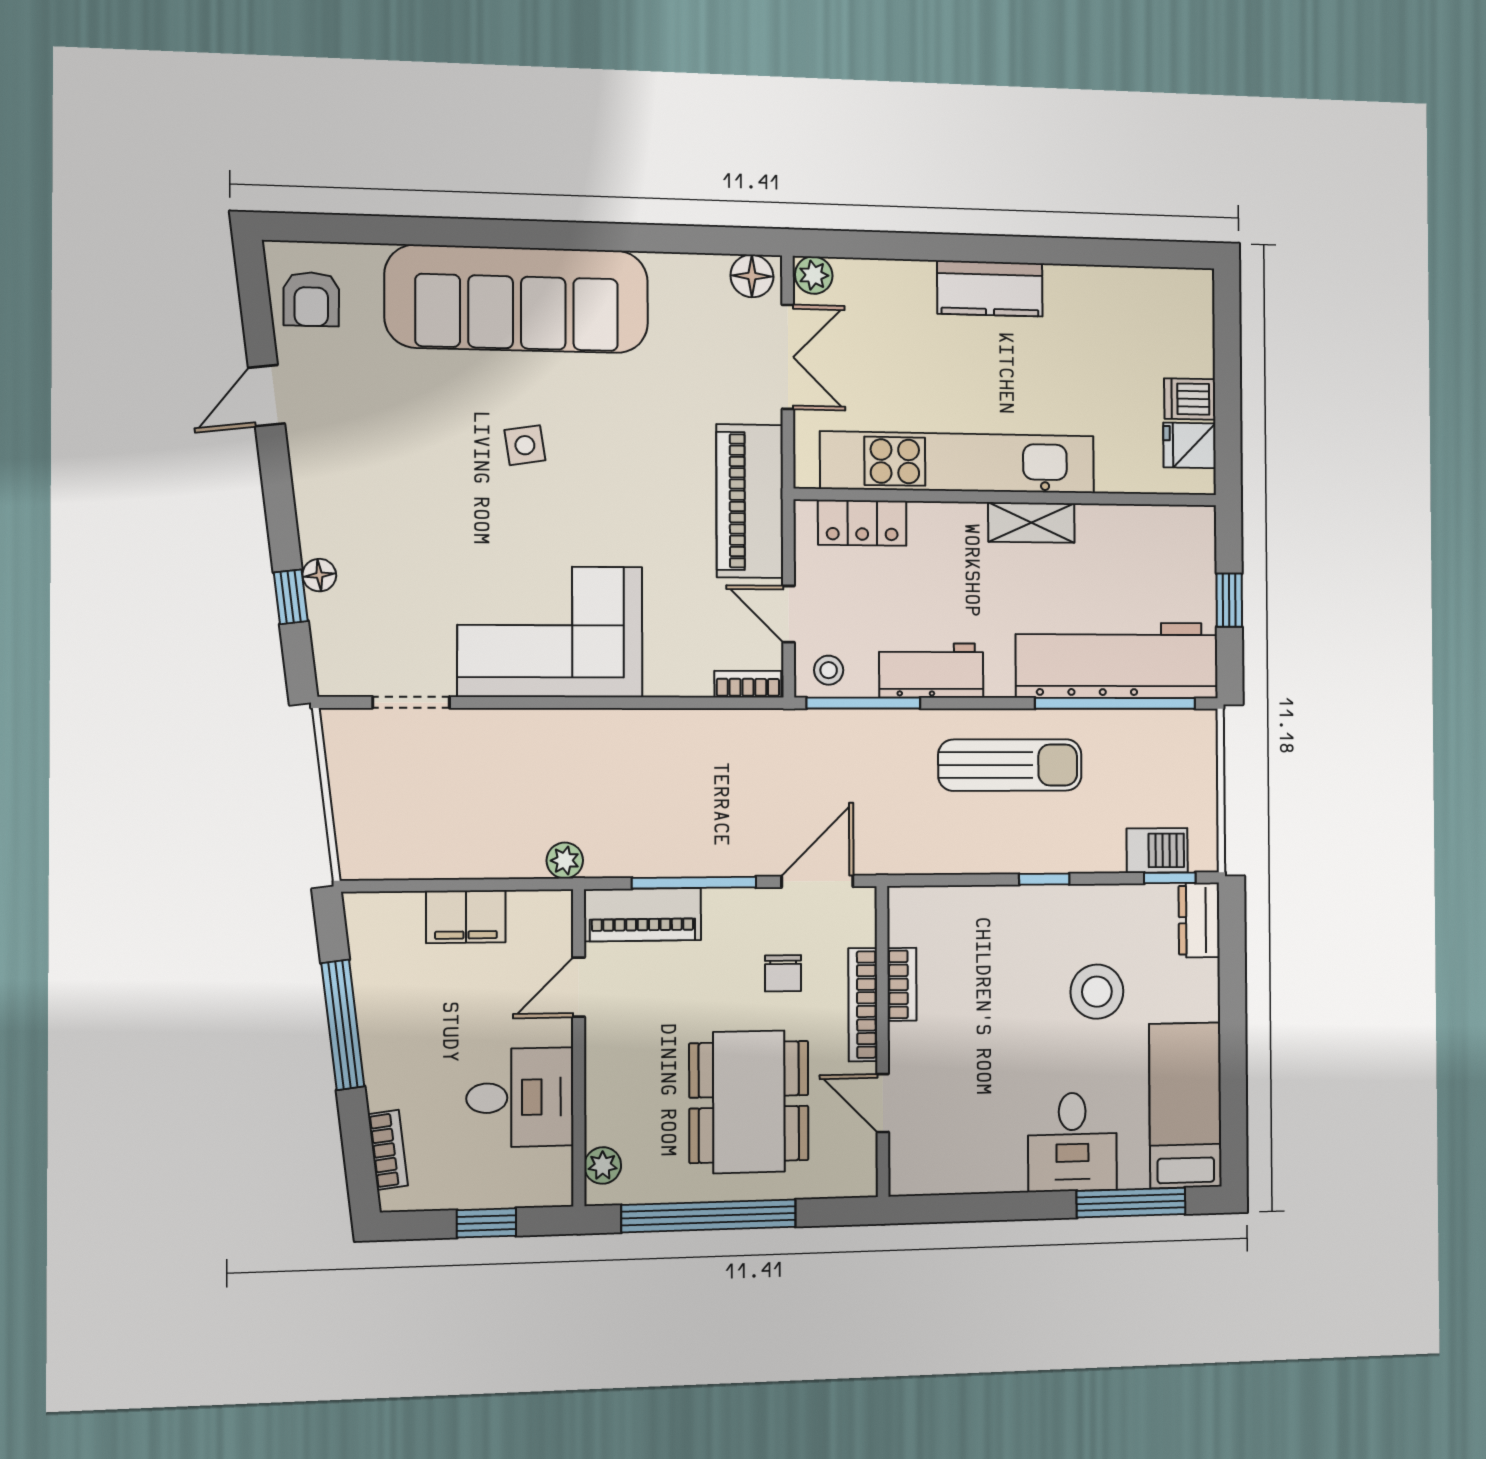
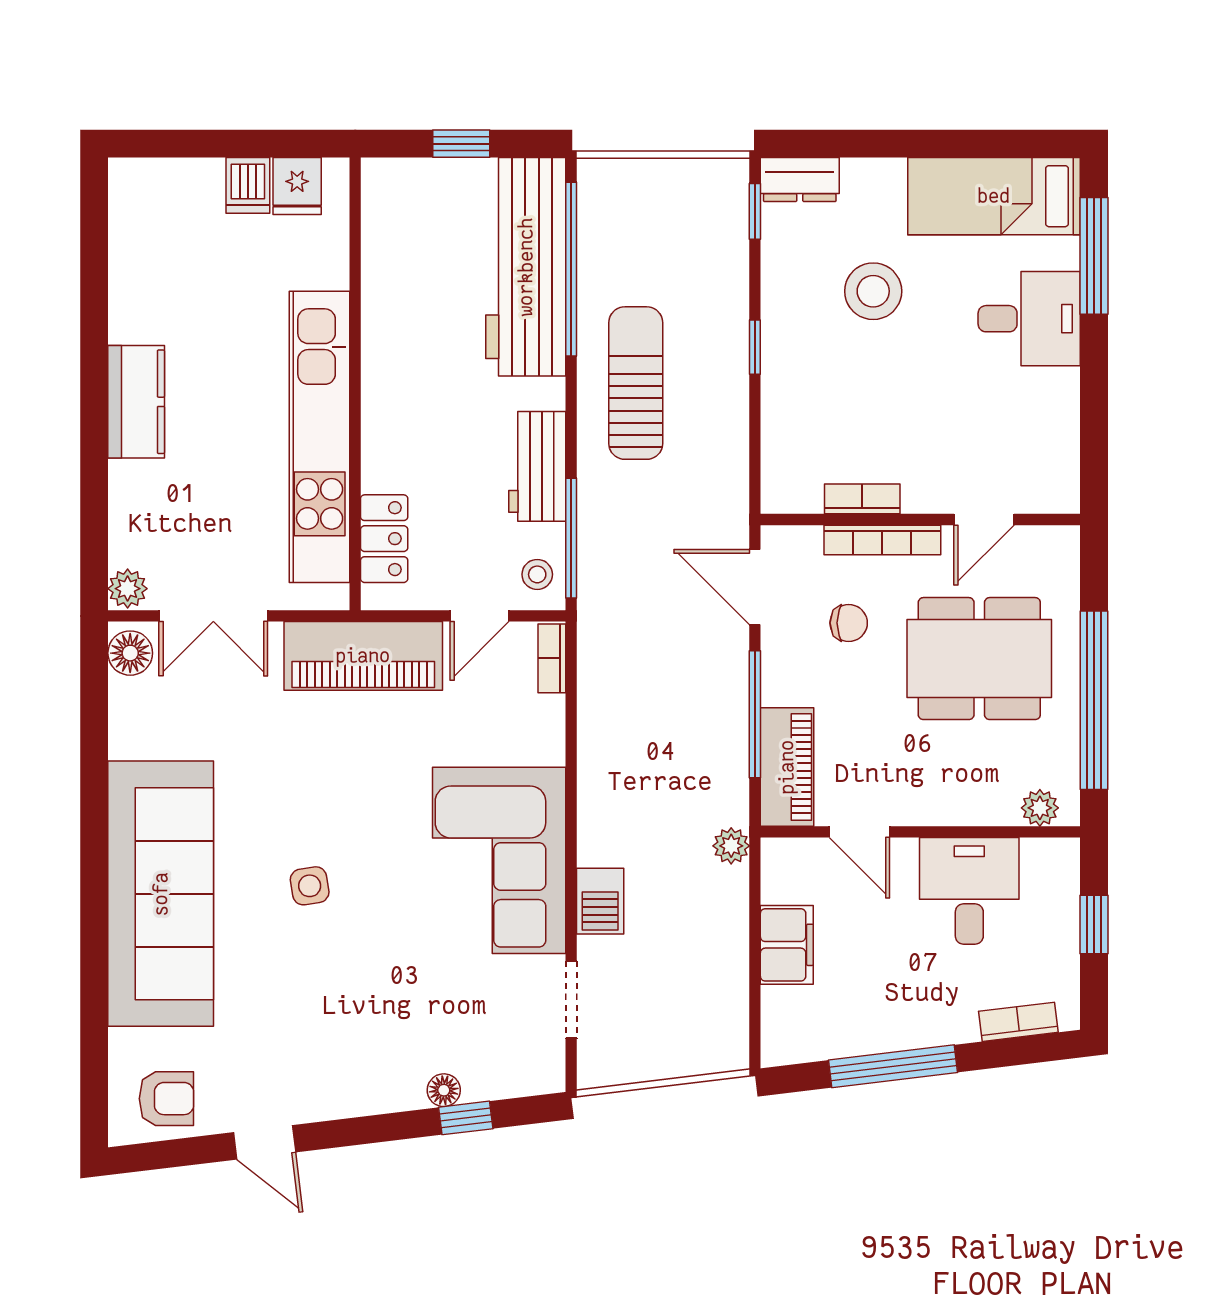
double door: (788, 357) -> (213, 616), swing flipped
shelving: (1031, 522) -> (382, 359), removed
barbecue: (1157, 850) -> (600, 901), moved, turned 180

